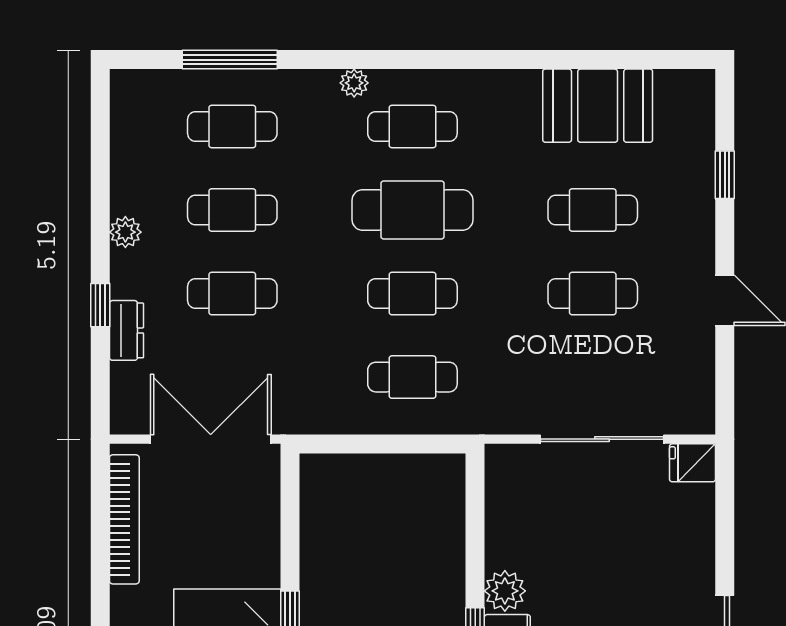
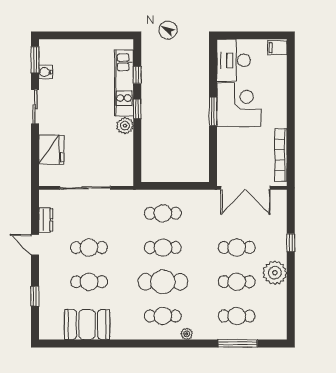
plant: (125, 232) -> (275, 273), width x1.87, depth x1.87
dresser: (127, 330) -> (46, 220), moved, turned 180
fridge: (692, 463) -> (51, 150), moved, width x1.88, depth x1.34

